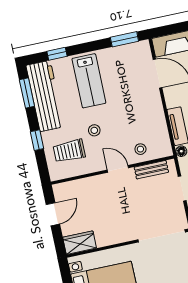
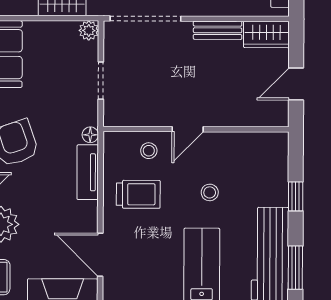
trolley: (69, 151) -> (138, 194), moved
door: (118, 169) -> (188, 129), hinge flipped
bench: (151, 170) -> (218, 30), moved

